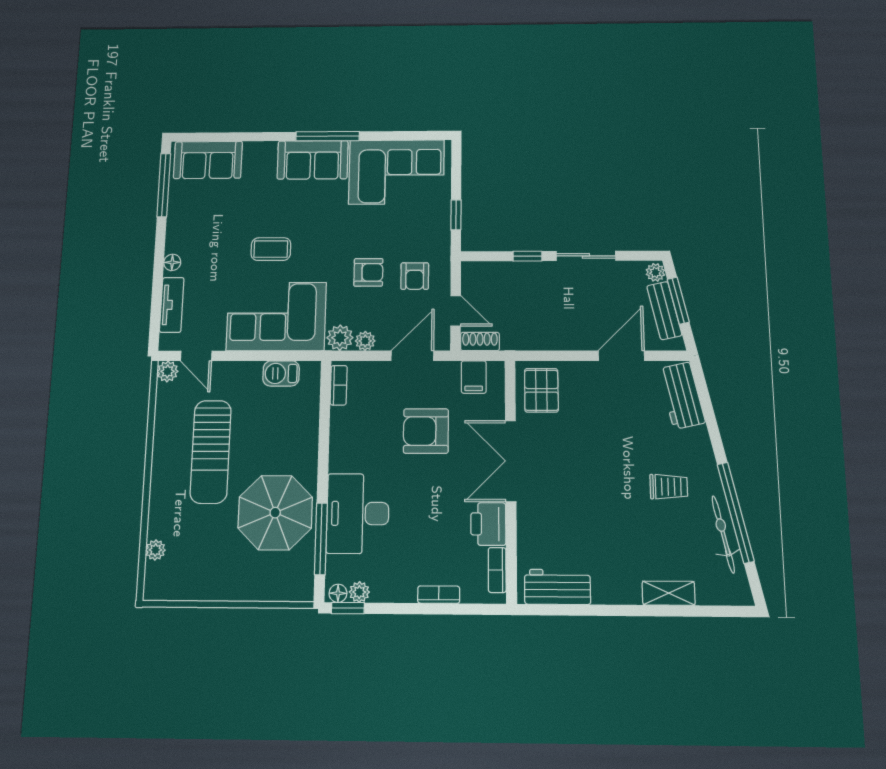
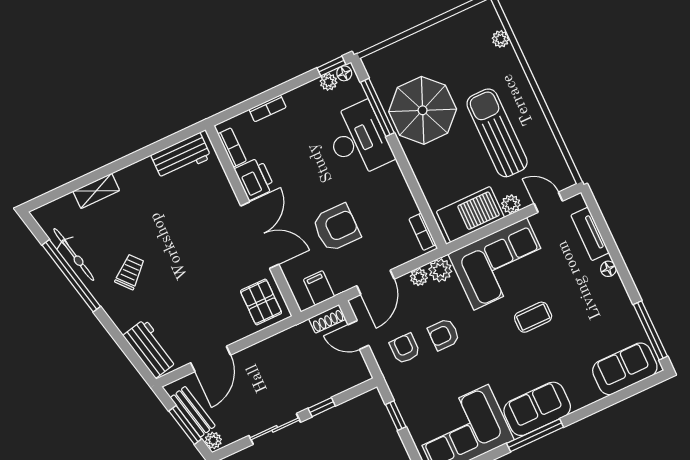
plant: (167, 371) -> (511, 204), moved
barbecue: (281, 373) -> (470, 214), width x1.88, depth x1.53
trolley: (669, 487) -> (130, 272), turned 139

